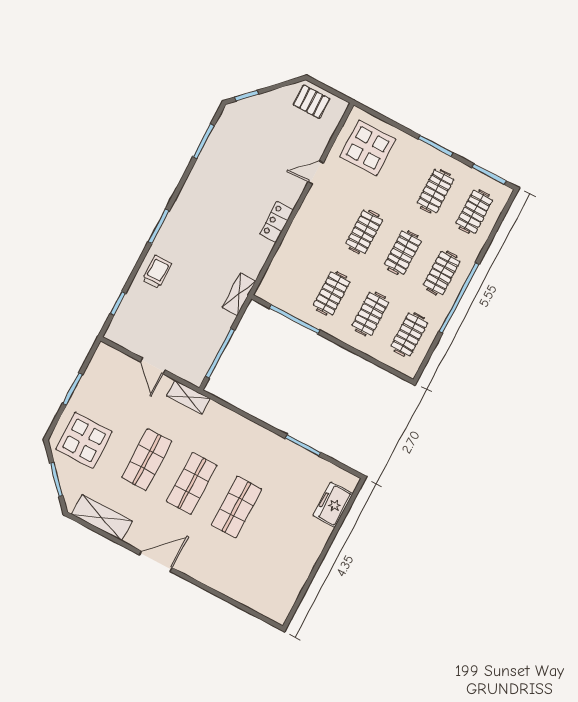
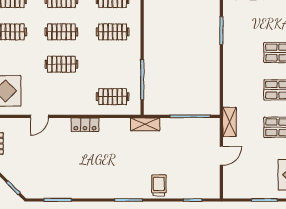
door: (316, 172) -> (39, 116), hinge flipped
trolley: (157, 272) -> (159, 185), turned 90
clothes rail: (332, 293) -> (113, 97), moved

